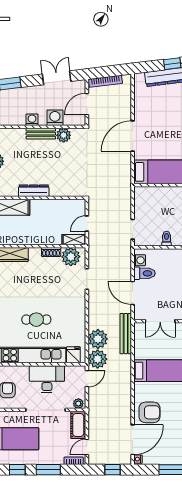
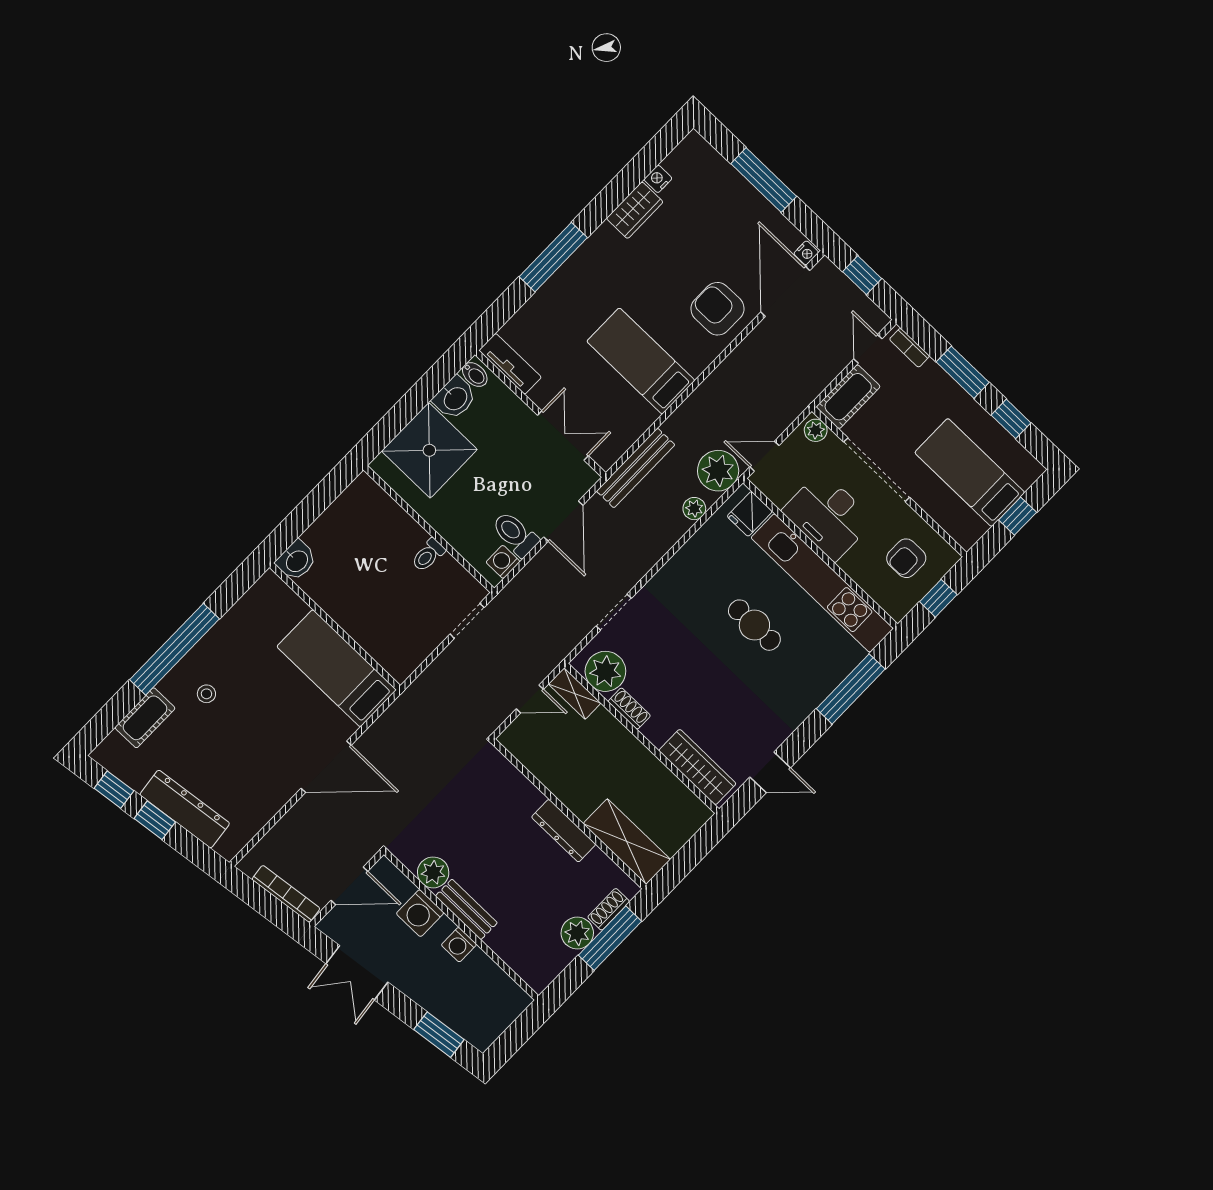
plant: (98, 339) -> (694, 509), width x0.53, depth x0.53
door: (133, 440) -> (785, 291), hinge flipped
door: (87, 447) -> (868, 349), swing flipped

